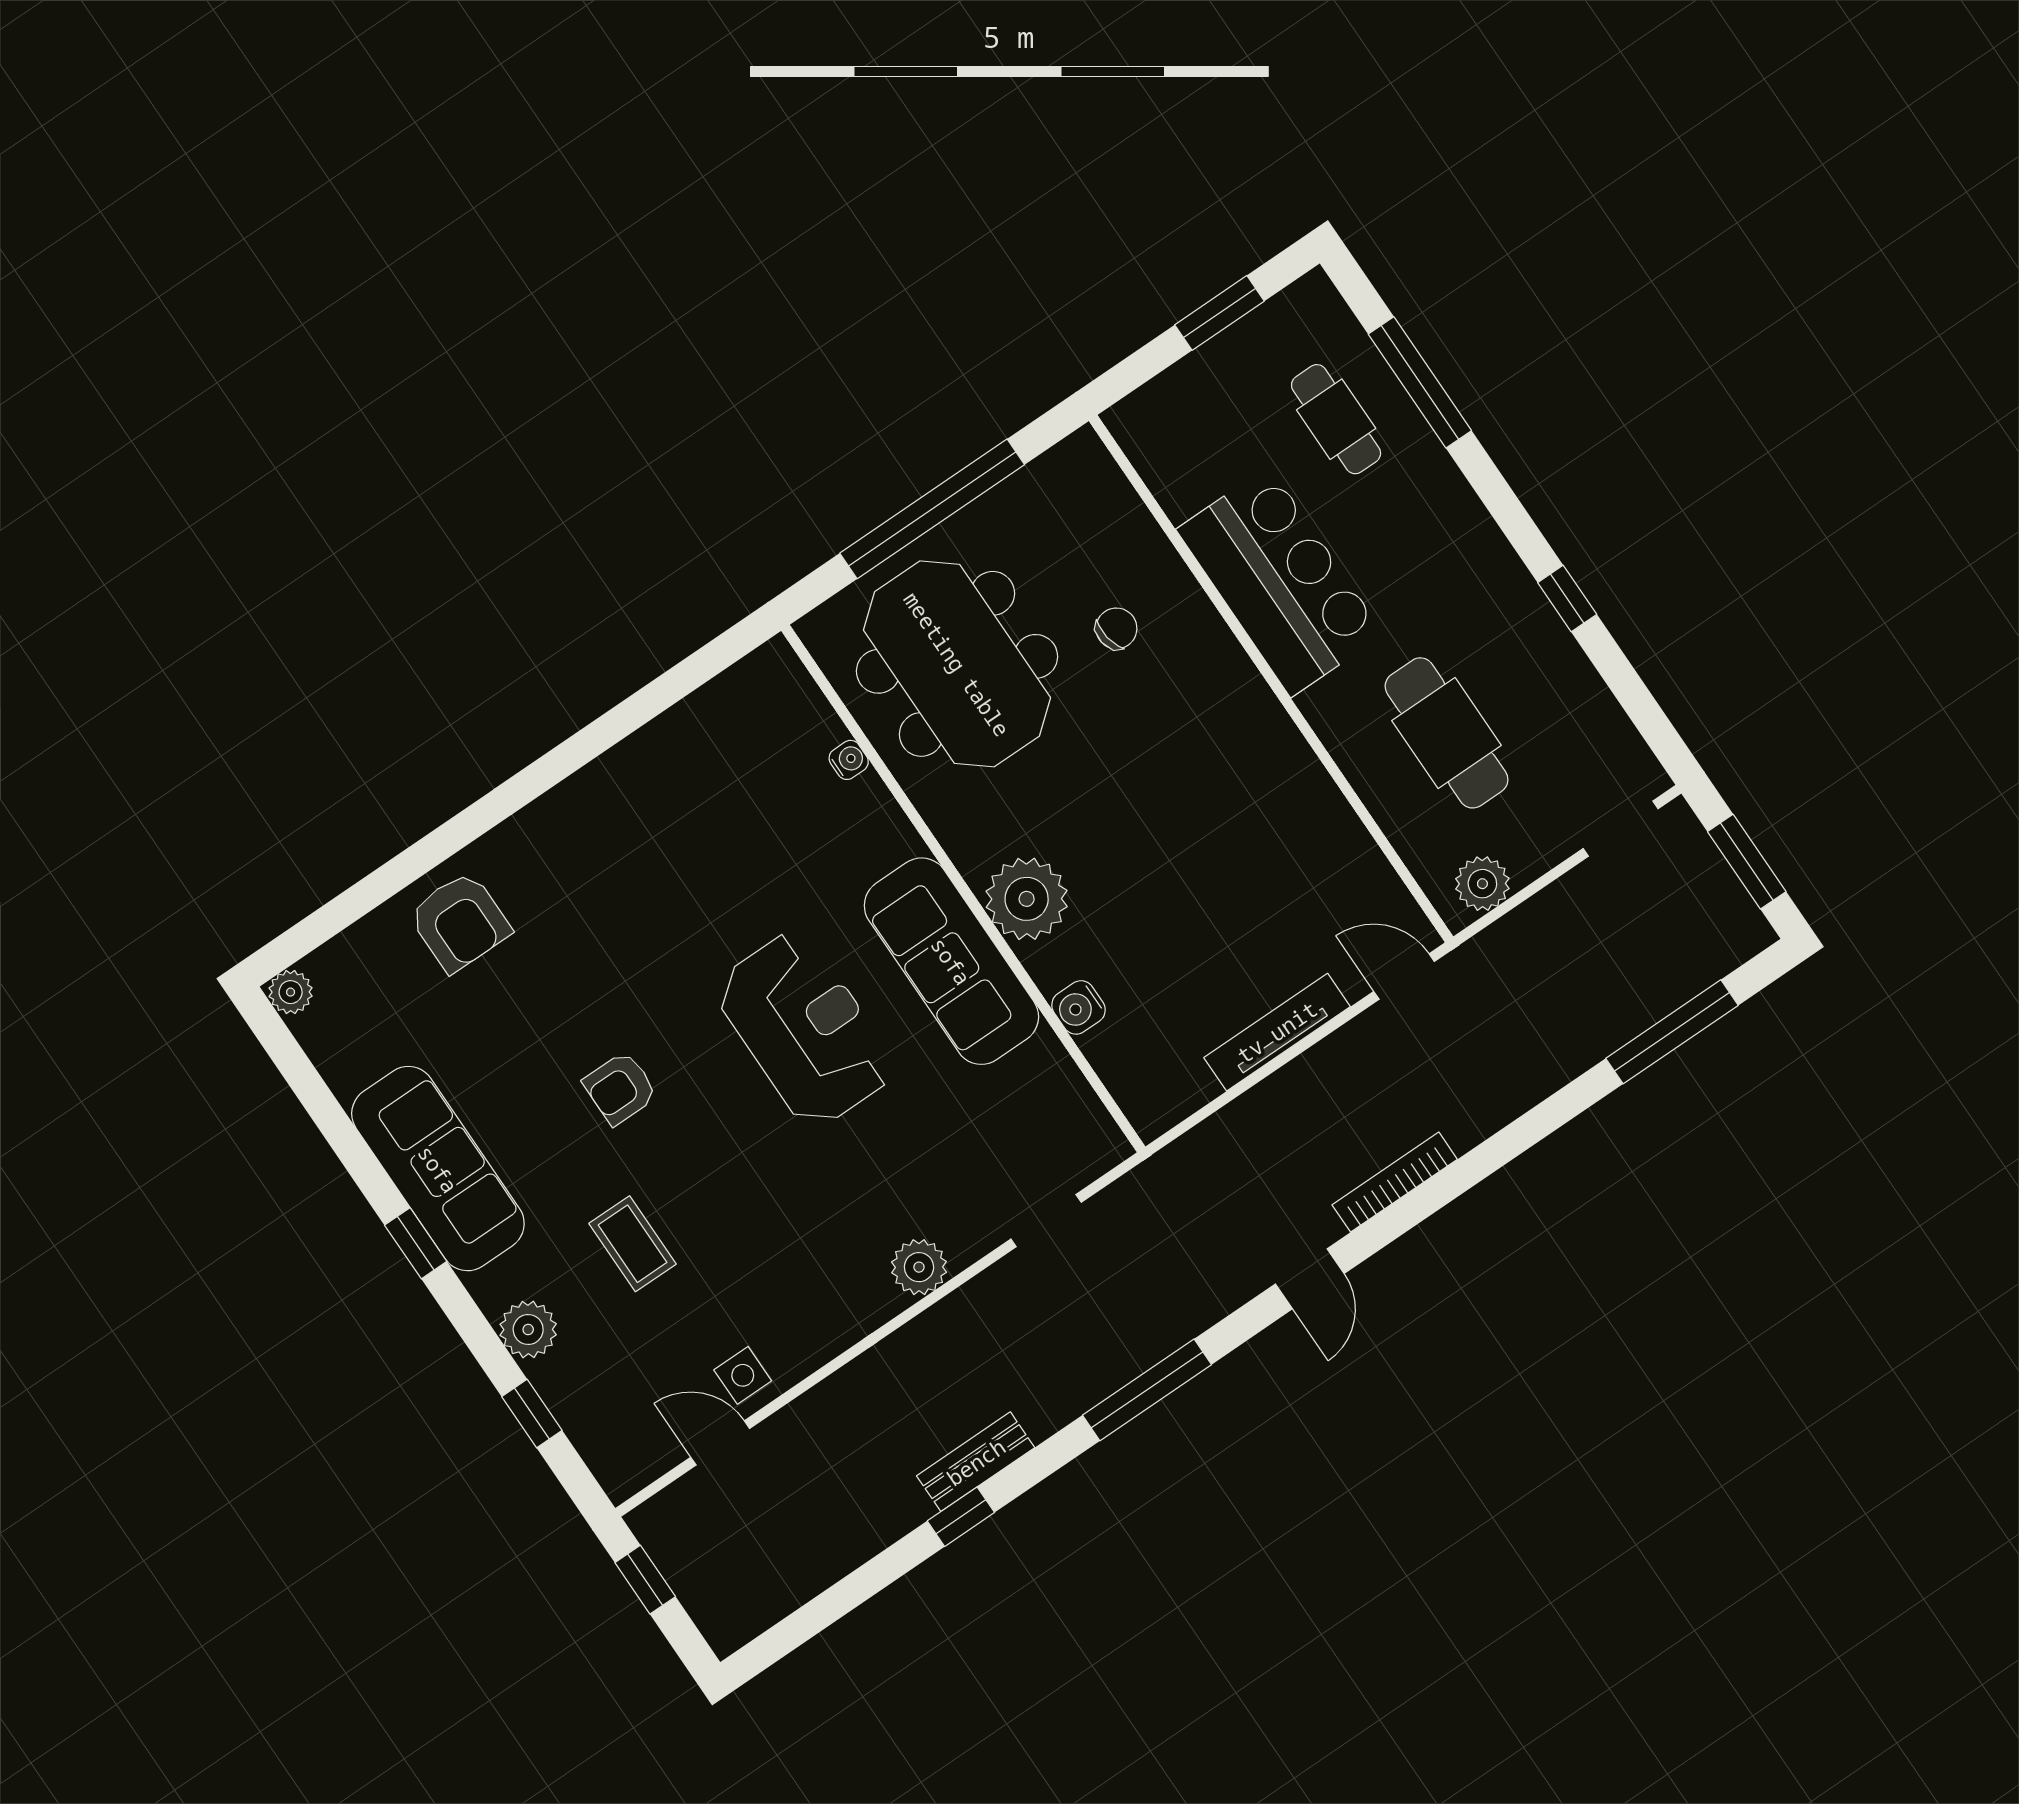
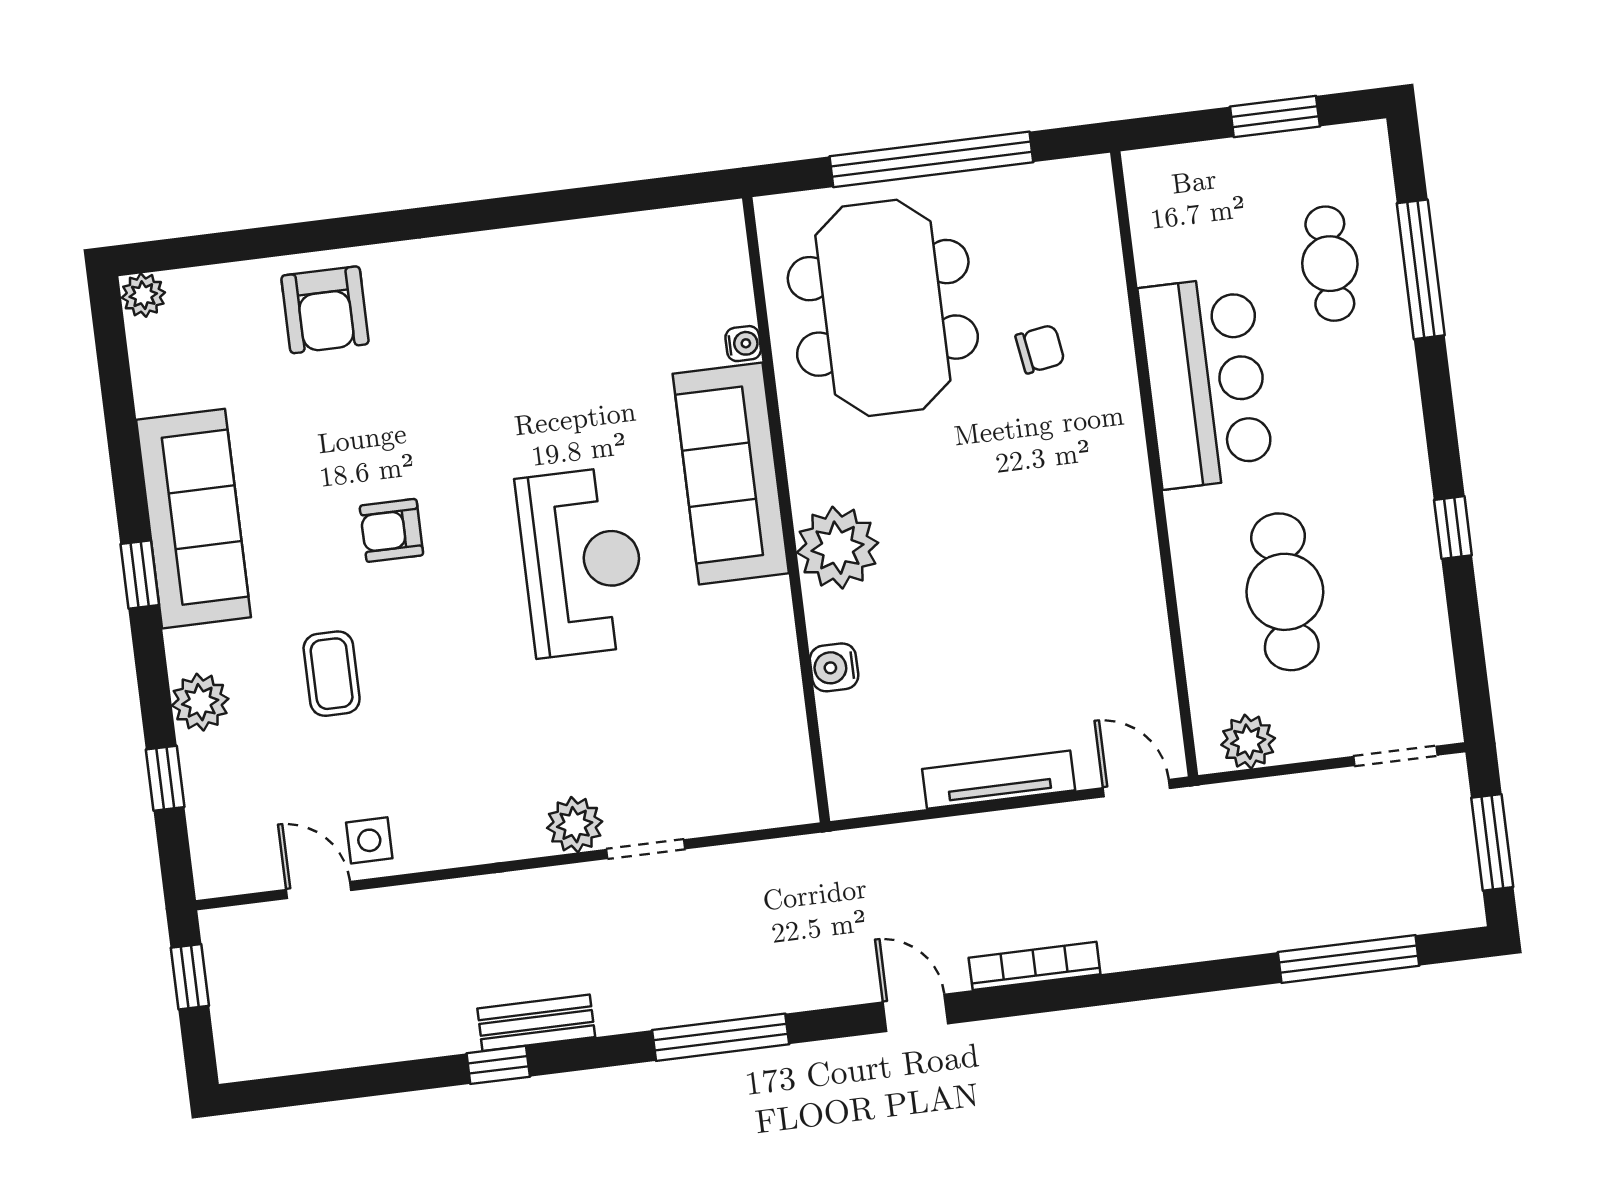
sofa: (951, 961) -> (731, 473), moved
doorway: (1046, 1221) -> (646, 849), moved
door: (1310, 1279) -> (915, 1013), swing flipped

